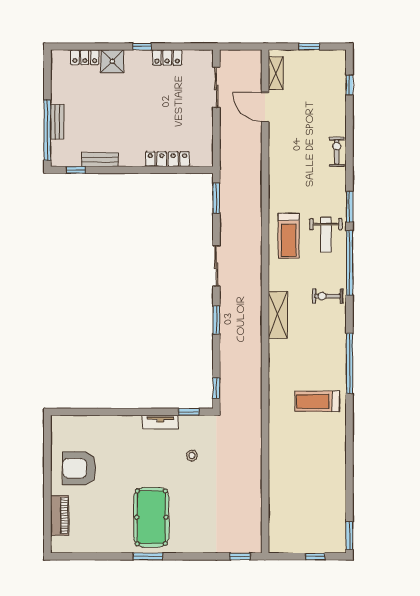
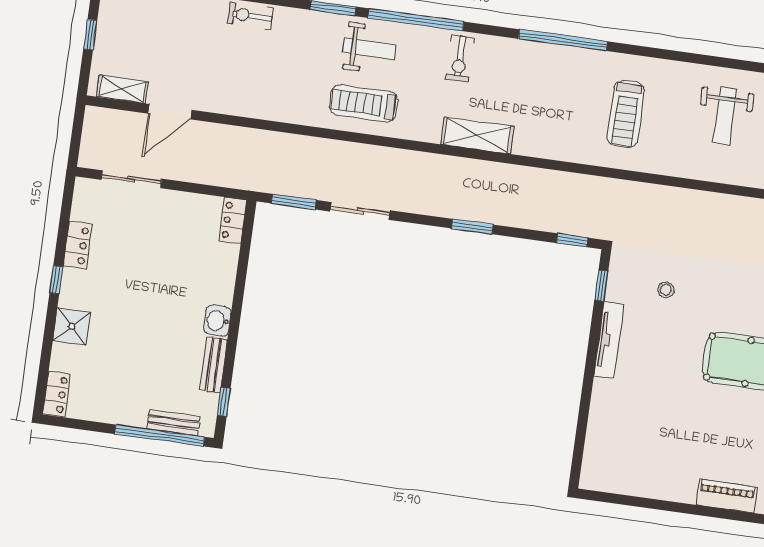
locker: (85, 57) -> (56, 394), moved
bench: (57, 122) -> (174, 423), moved
washbasin: (130, 158) -> (217, 321), added
locker: (167, 159) -> (233, 220), moved, width x0.66
treadmill: (289, 236) -> (364, 103), turned 180
sliding door: (216, 266) -> (360, 211), moved
treadmill: (317, 401) -> (626, 114), moved
tv unit: (160, 422) -> (609, 340), width x1.41
armchair: (79, 468) -> (662, 458), removed
weight bench: (314, 479) -> (725, 116), added

